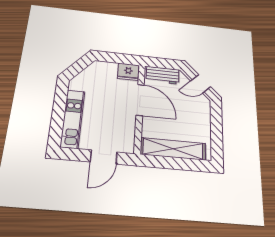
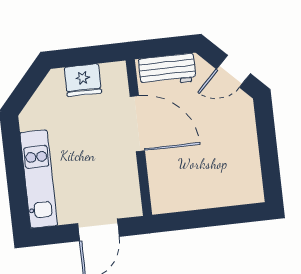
fridge: (128, 72) -> (83, 80), moved
shelving: (173, 149) -> (202, 195), removed

